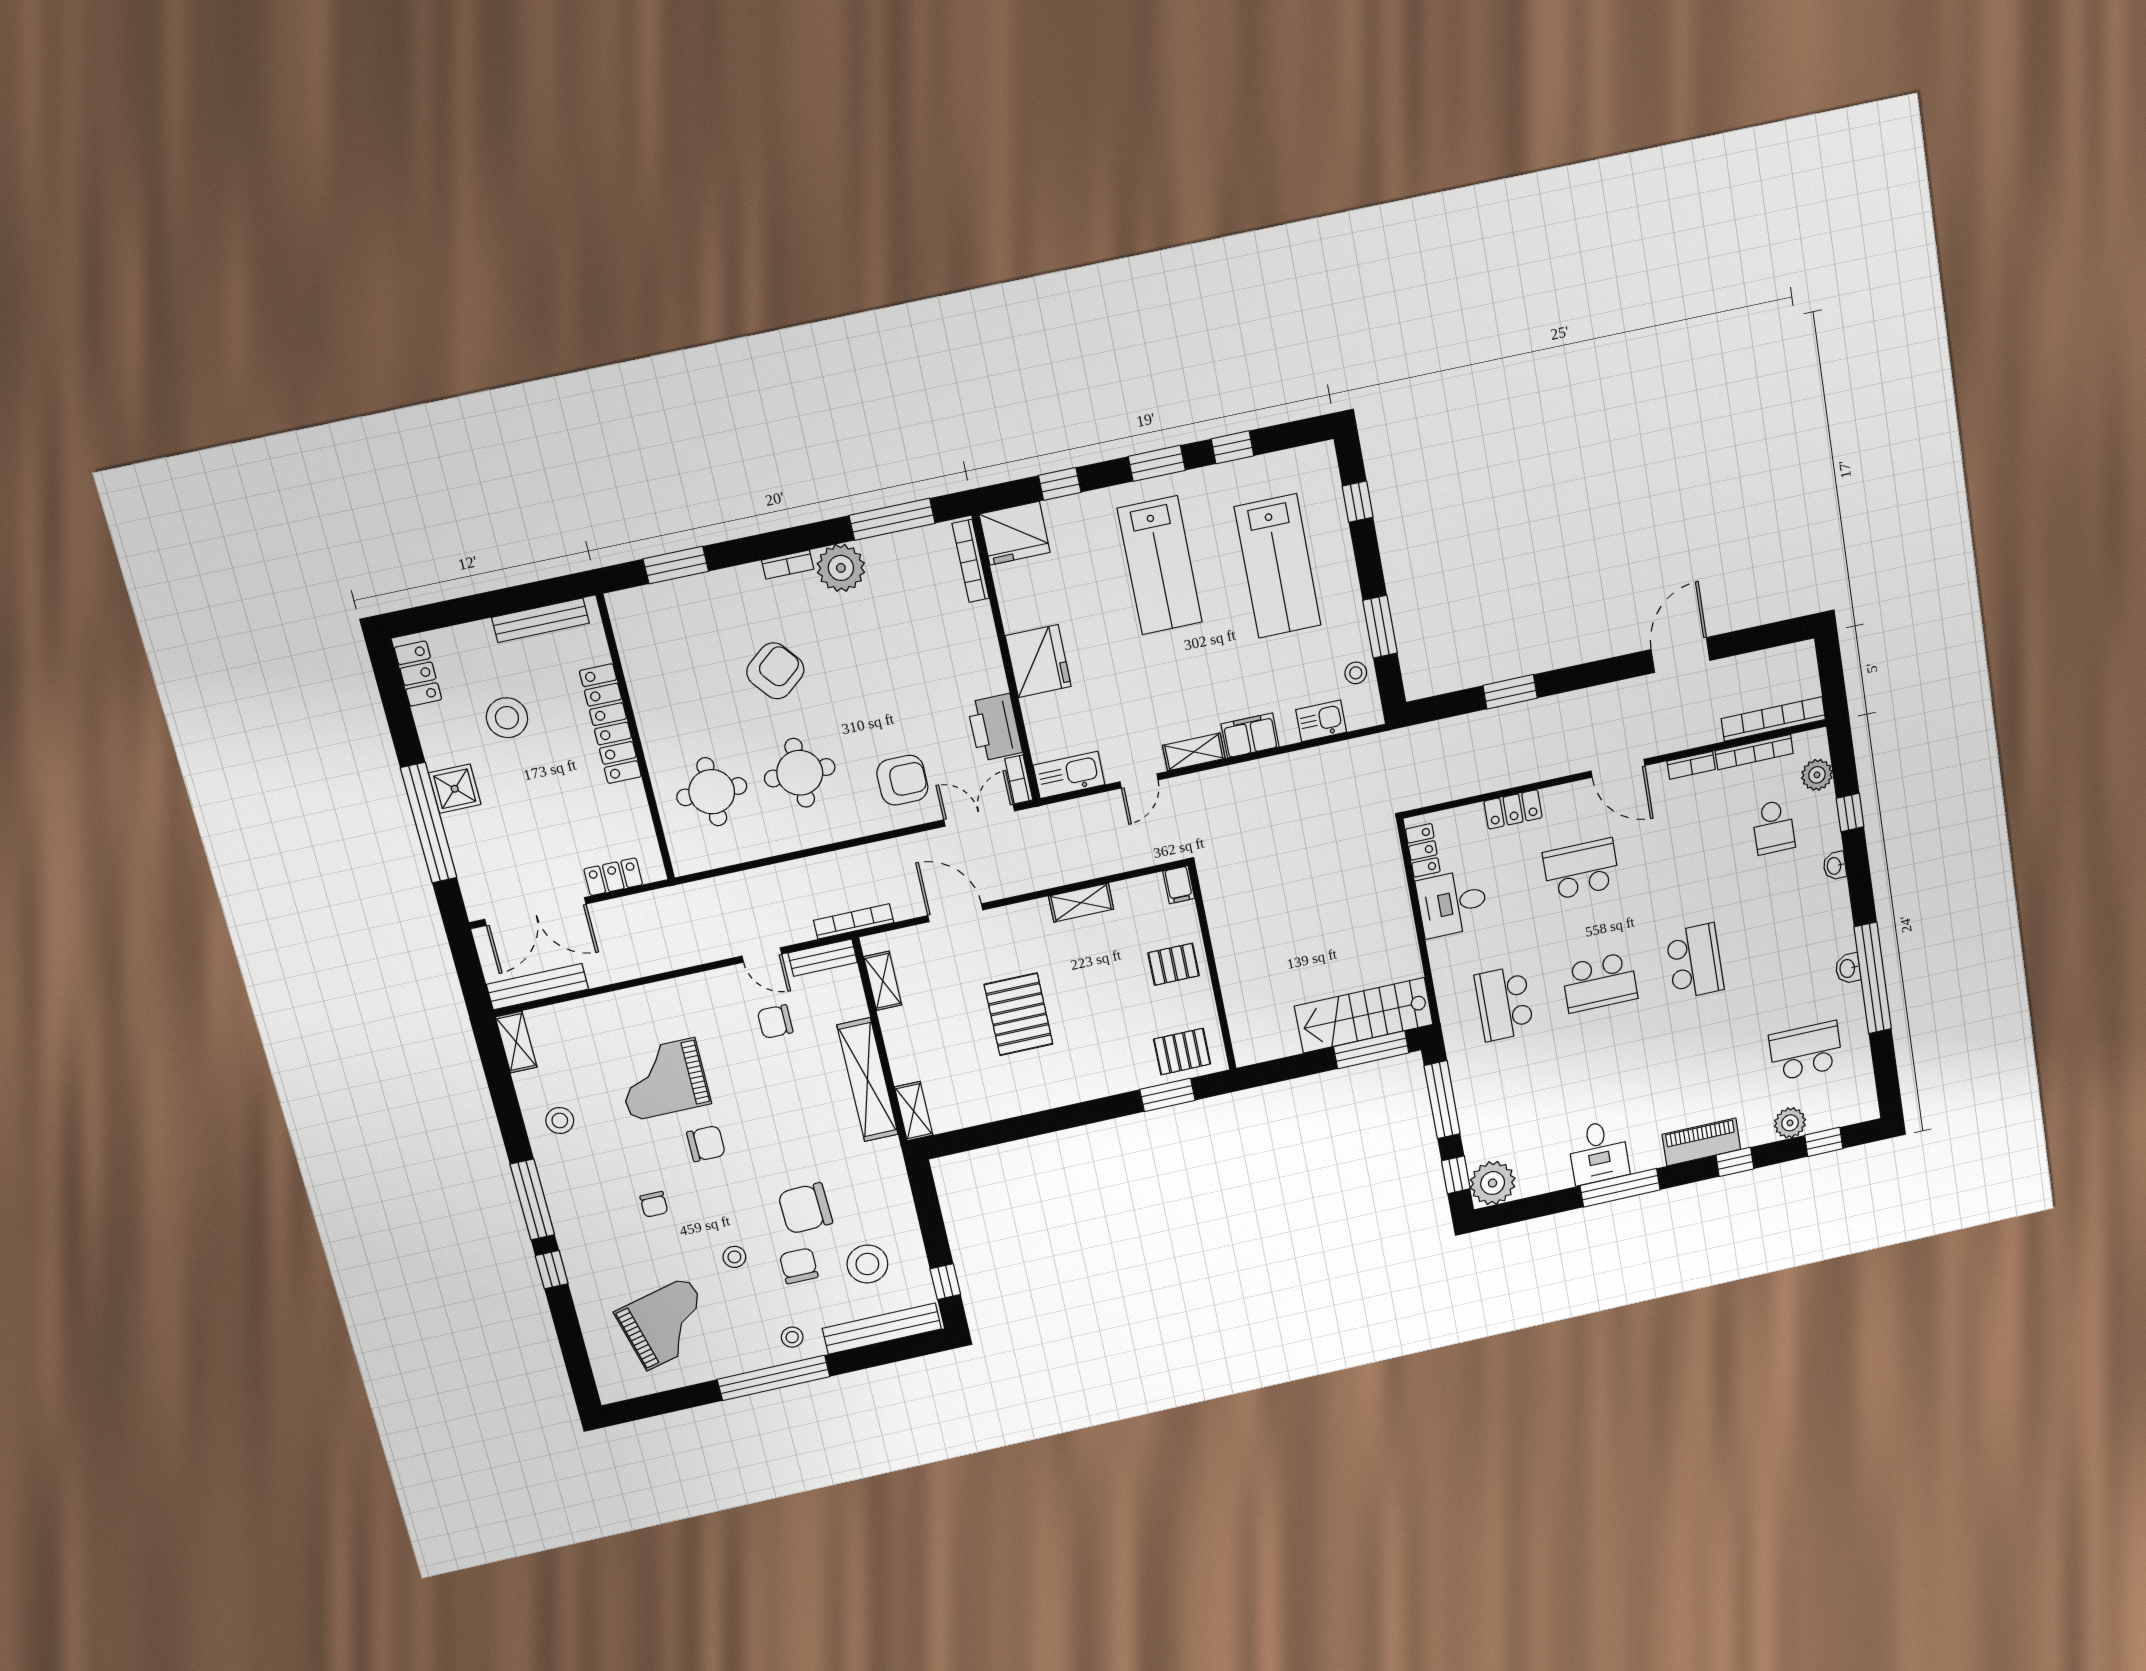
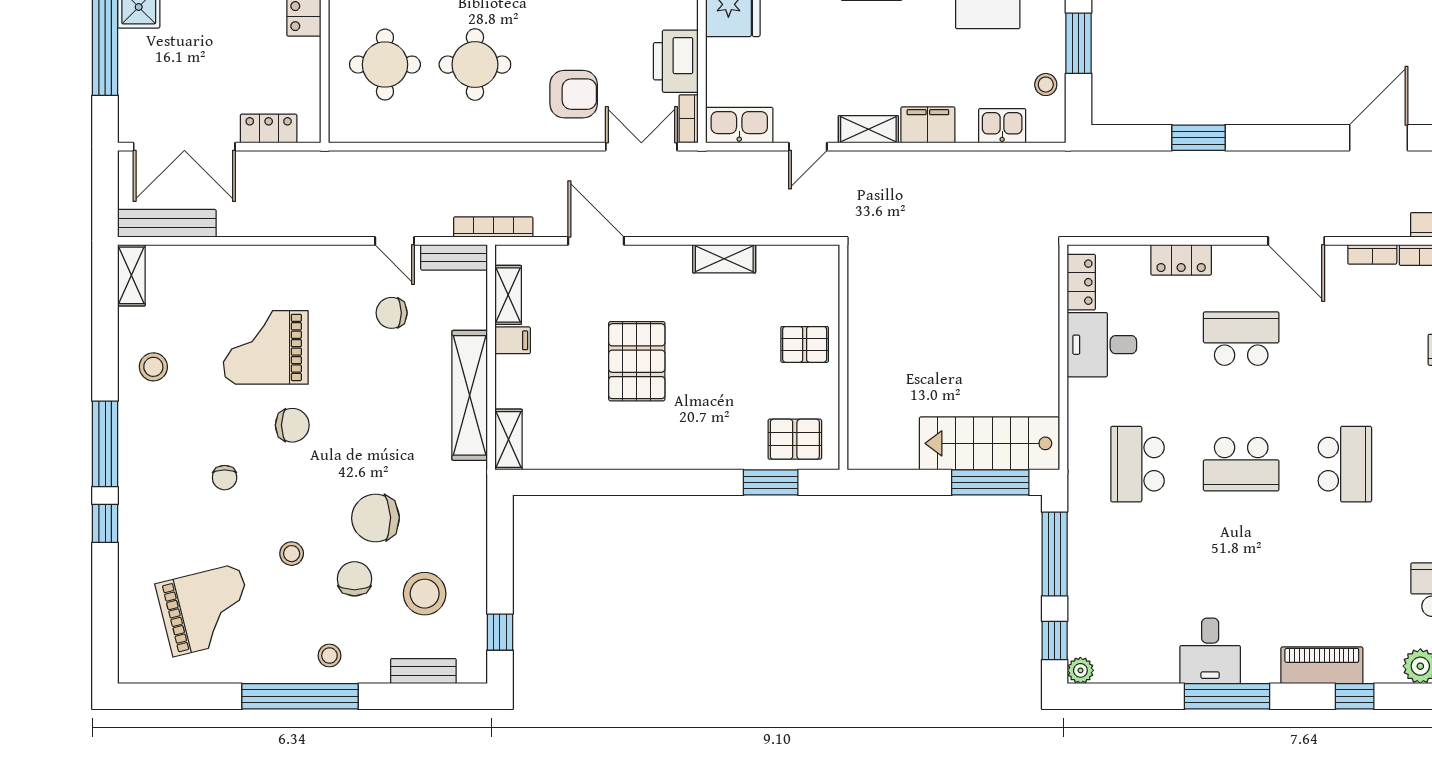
filing cabinet: (1179, 885) -> (513, 340), moved, turned -90
plant: (1493, 1183) -> (1080, 670), width x0.53, depth x0.53
bench: (882, 1329) -> (423, 671), width x0.54, depth x0.82

